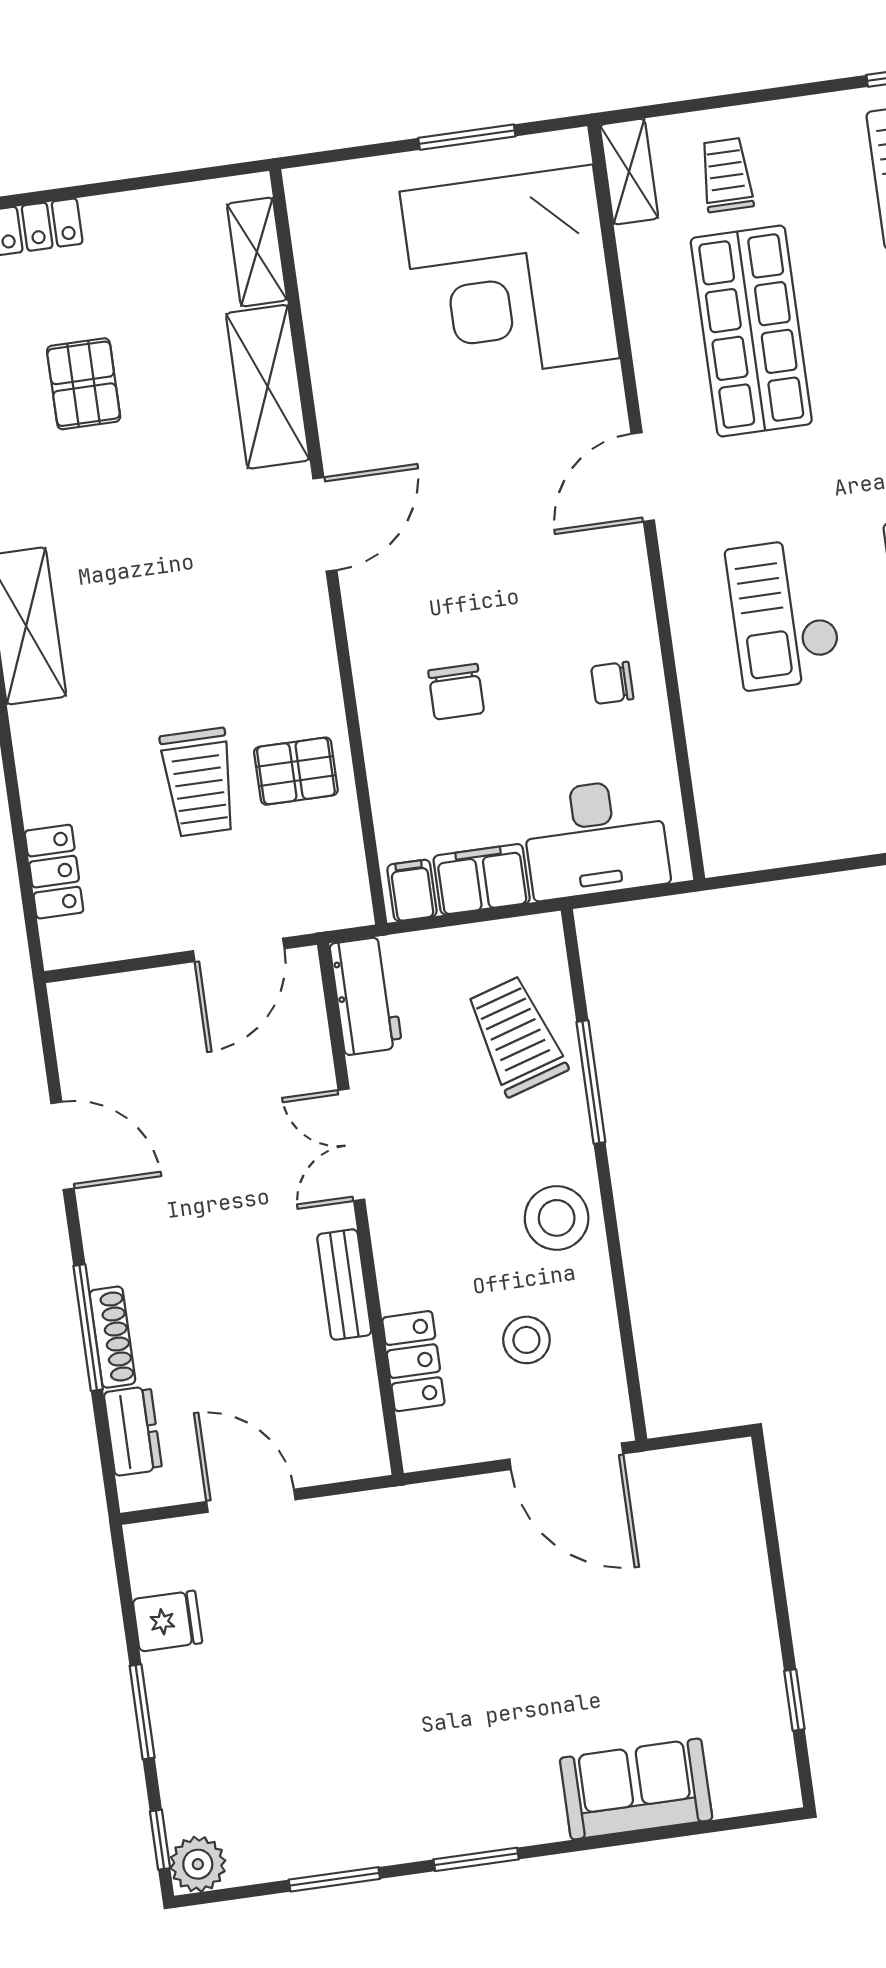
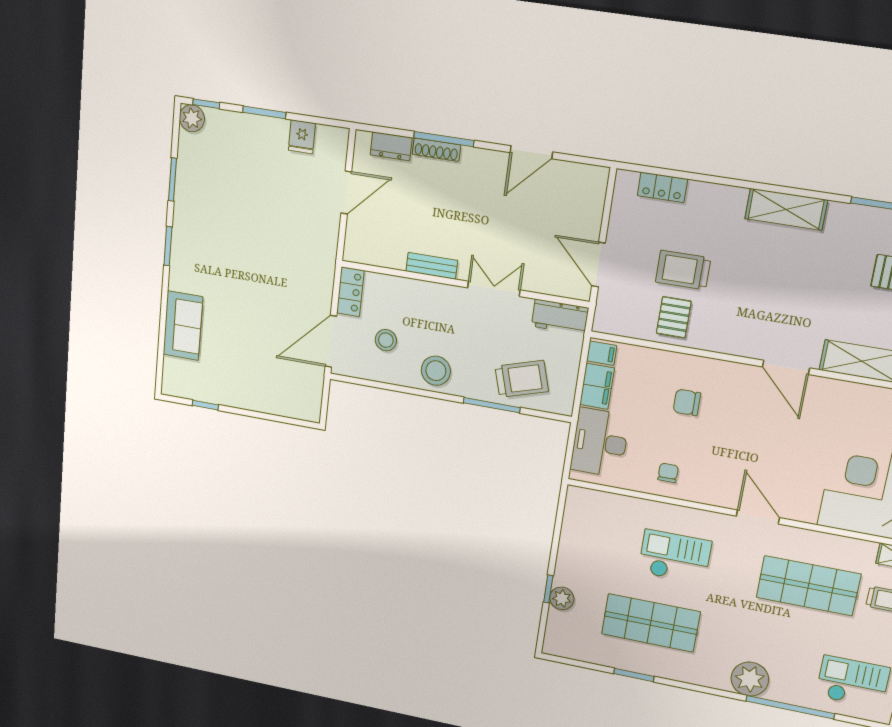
locker: (413, 1361) -> (350, 292), moved, turned -90

